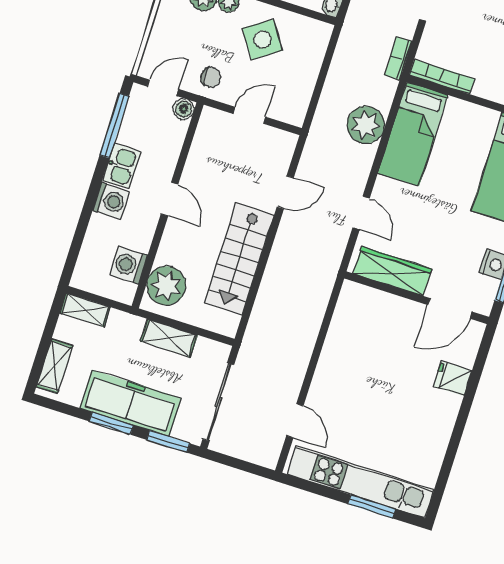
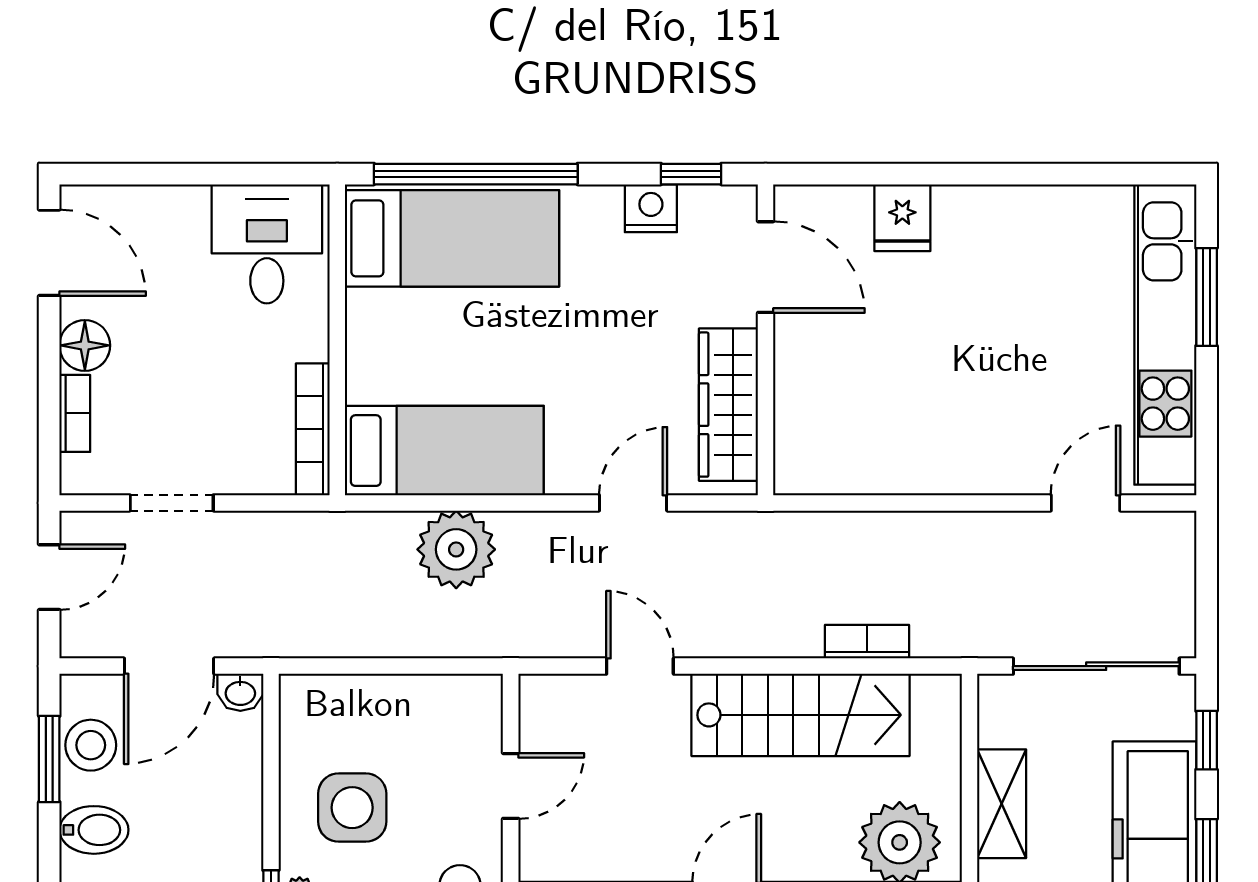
side table: (262, 39) -> (352, 808), turned 34
bookcase: (398, 58) -> (867, 642), moved, turned 180
door: (249, 115) -> (511, 786), swing flipped
window: (168, 442) -> (1207, 740), width x0.67

